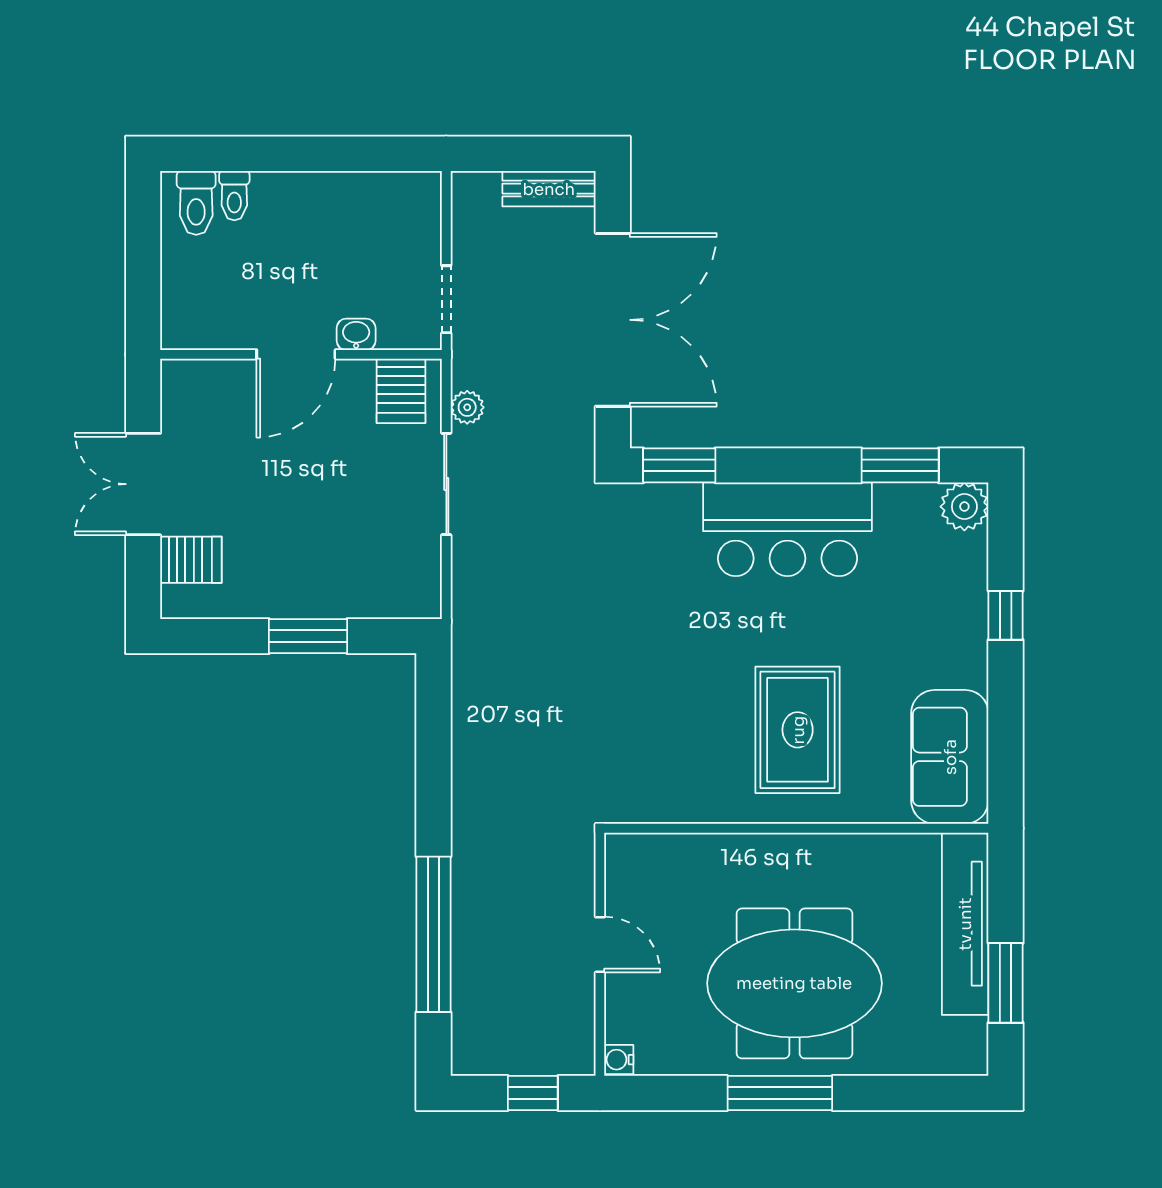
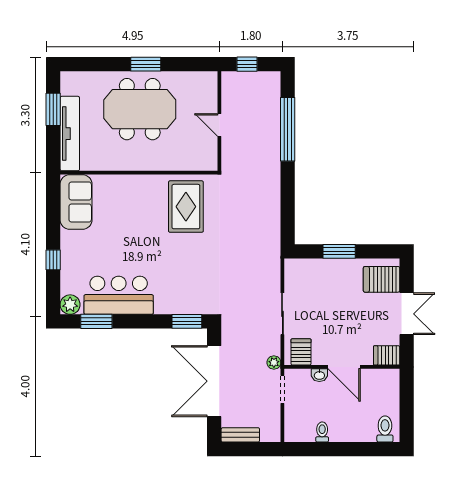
toilet: (234, 196) -> (322, 432), moved
door: (296, 354) -> (344, 367), swing flipped
server rack: (192, 383) -> (387, 355), added
plant: (467, 407) -> (274, 363), moved
bar counter: (787, 529) -> (119, 295), moved
server rack: (191, 560) -> (382, 279), width x1.36, depth x1.44
rug: (798, 730) -> (186, 207), moved
water cooler: (619, 1060) -> (212, 78), removed
window: (780, 1093) -> (146, 64), width x0.69

